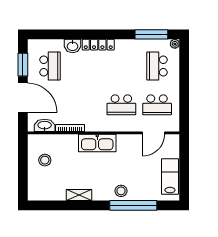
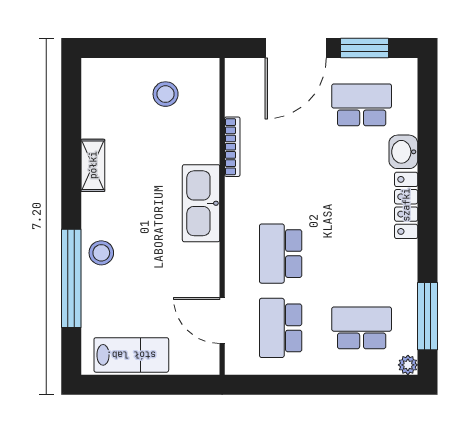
school desk: (50, 66) -> (362, 105), turned 180
washbasin: (45, 125) -> (238, 93), removed

